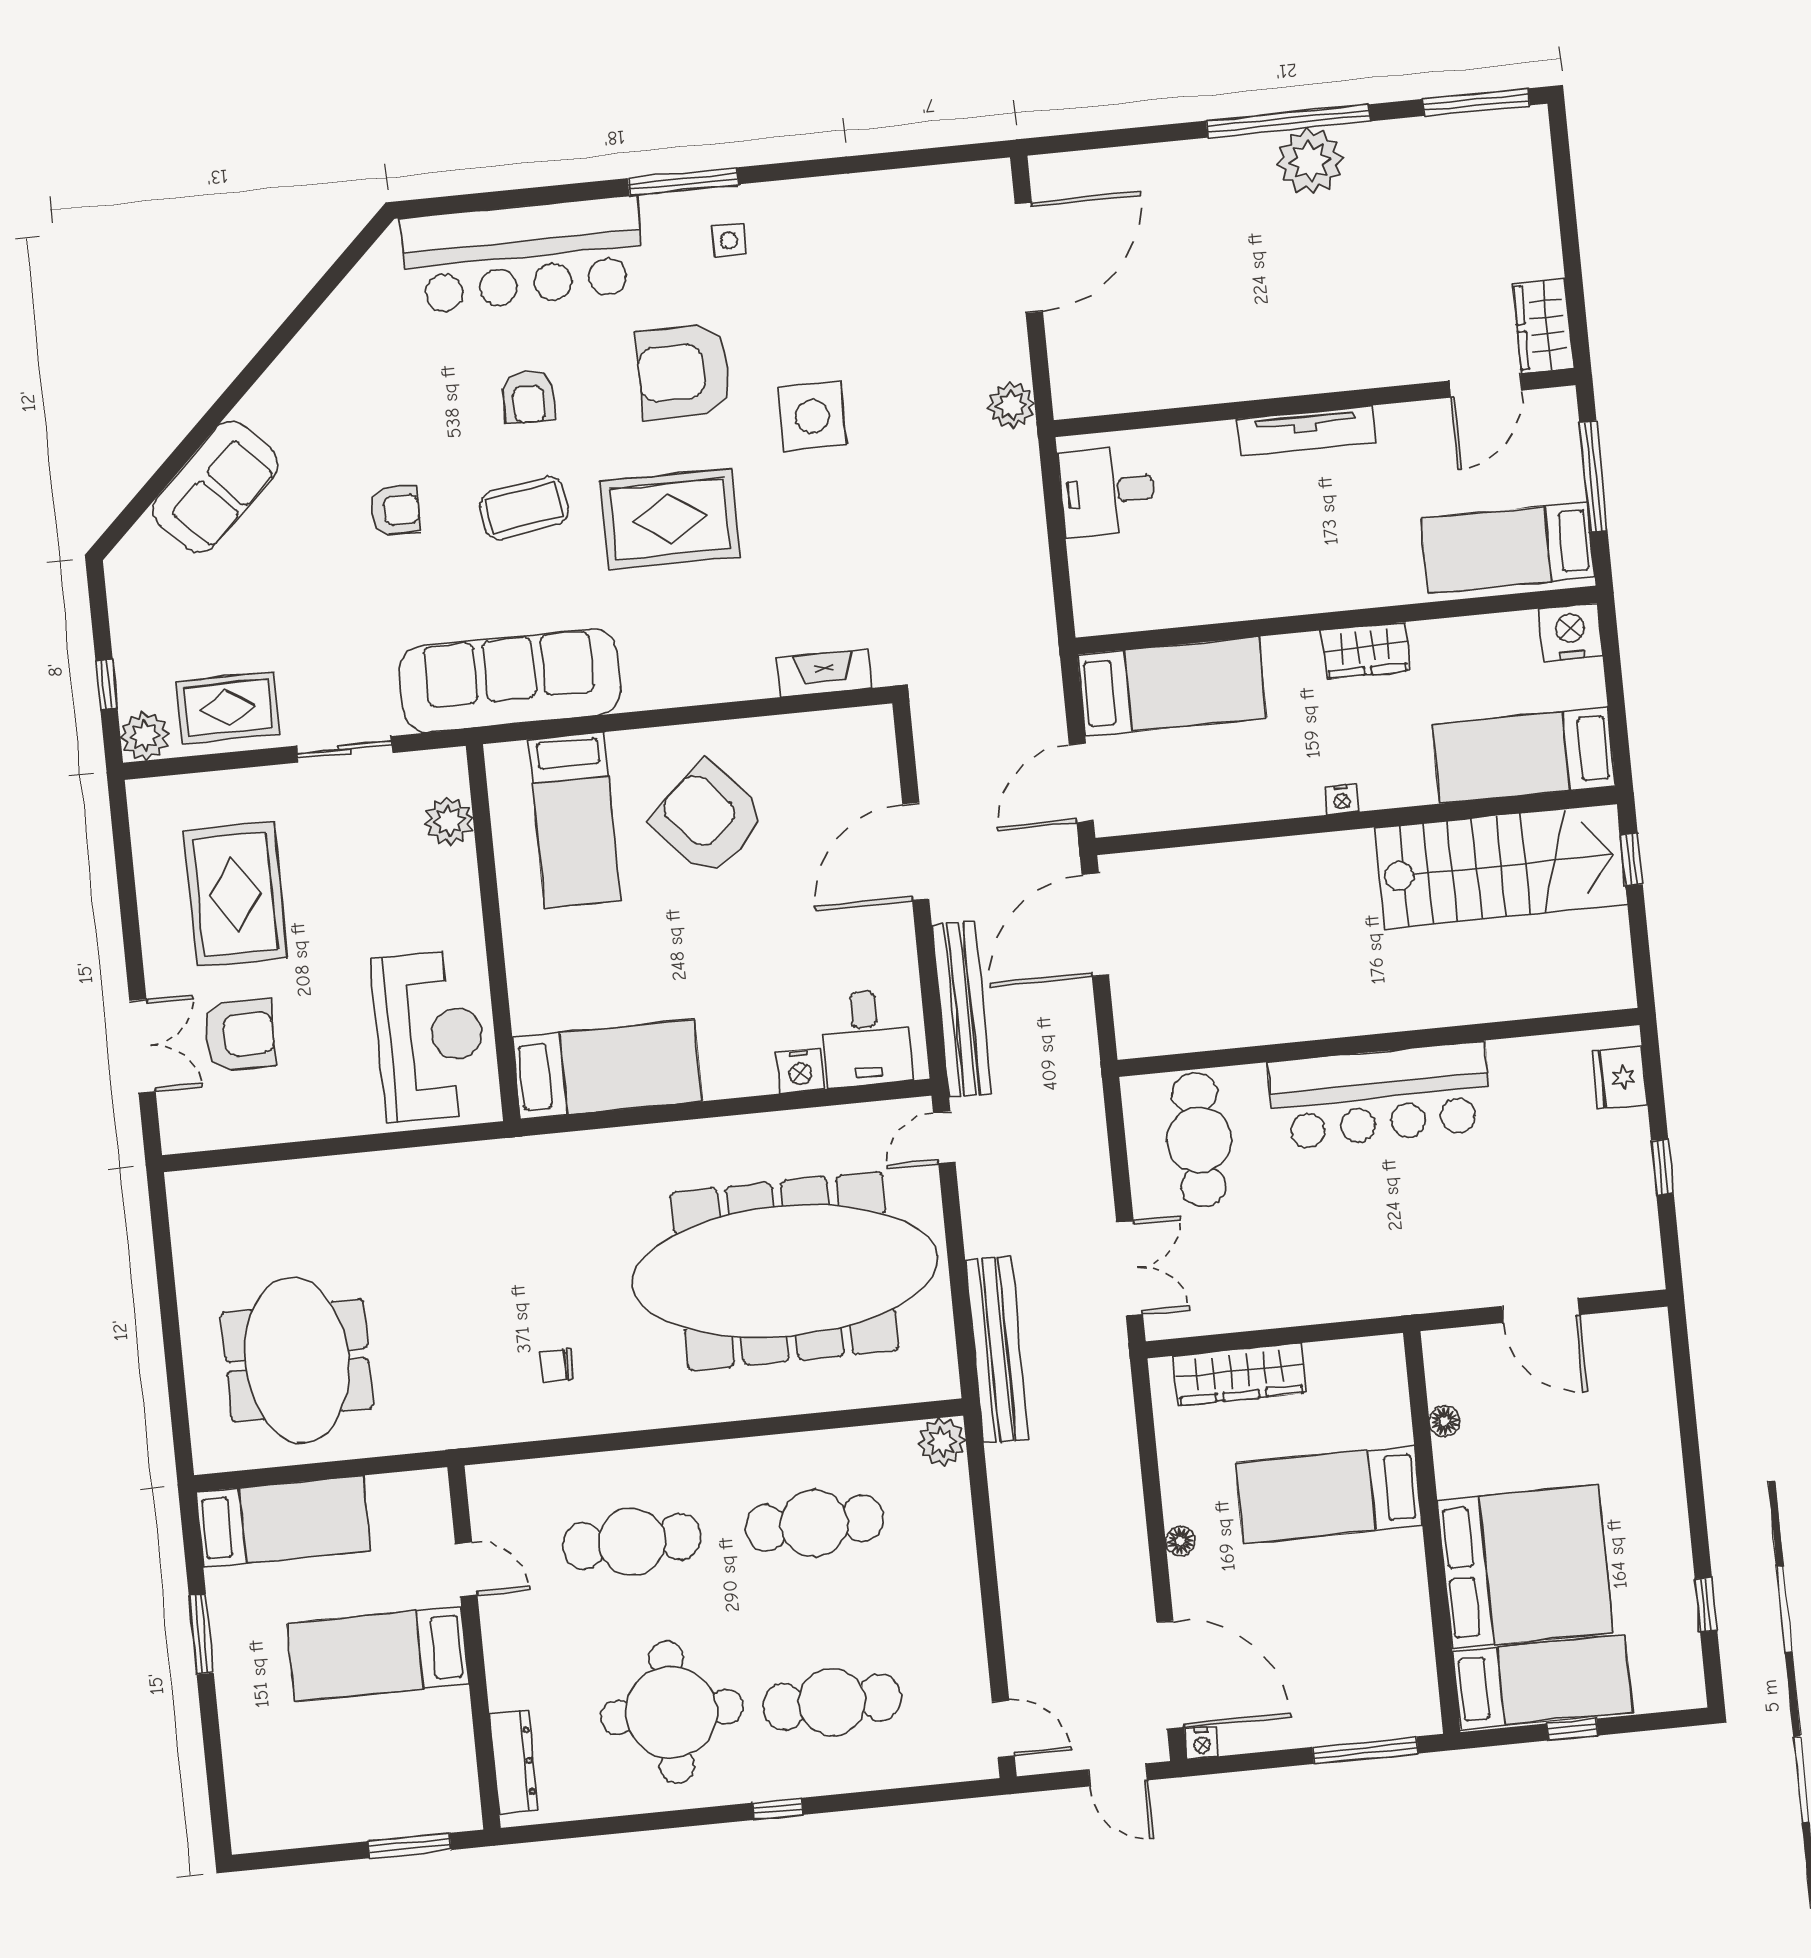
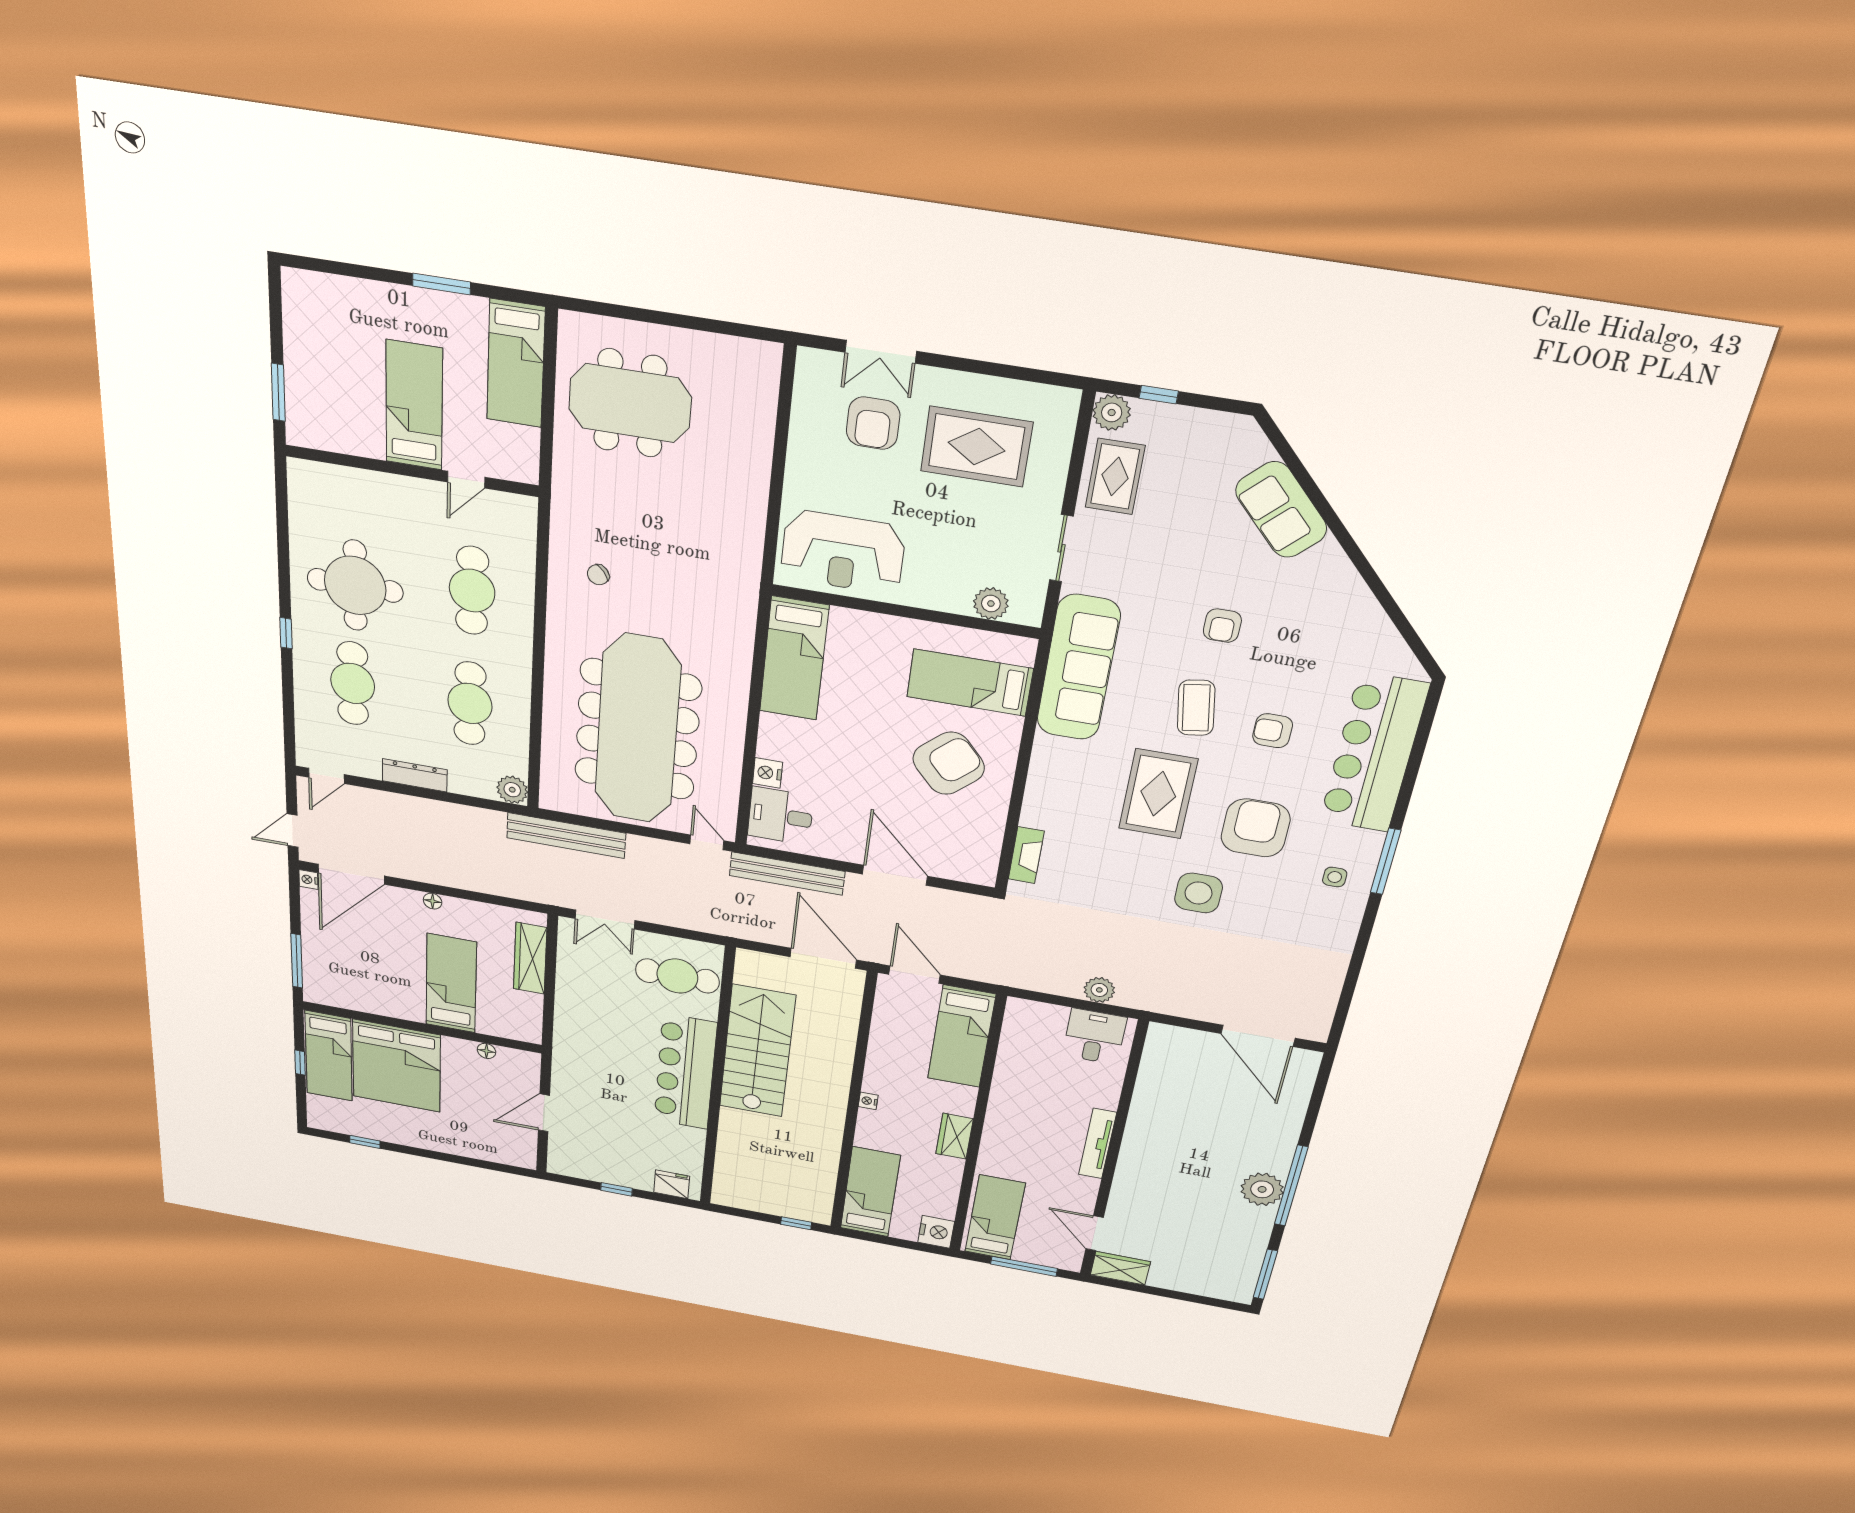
plant: (1011, 405) -> (1099, 990), moved
stairs: (1501, 866) -> (757, 1051), moved, turned 180
chair: (557, 1365) -> (598, 575), turned -128
dresser: (514, 1762) -> (415, 775), moved, turned 180

